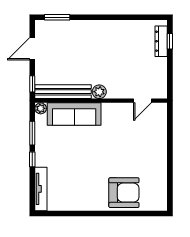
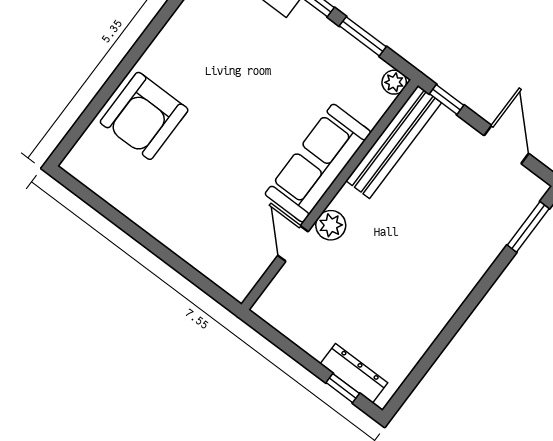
plant: (99, 92) -> (331, 225), moved
door: (143, 101) -> (293, 244), moved
sofa: (74, 114) -> (318, 163), moved

